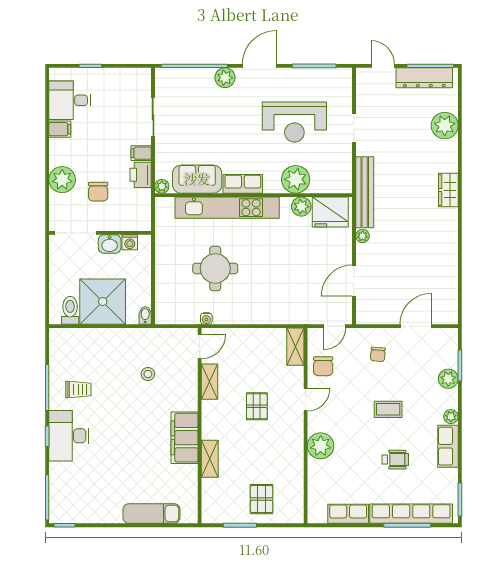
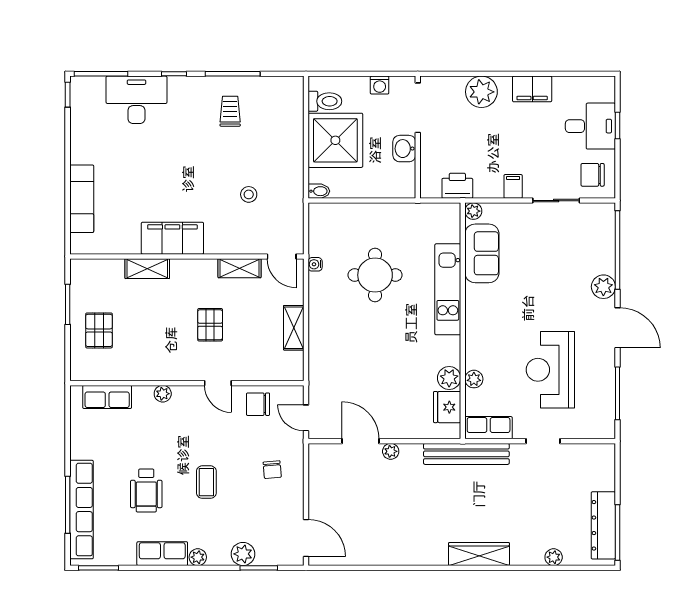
door: (383, 66) -> (617, 476), removed
desk: (70, 100) -> (590, 126), moved, turned 90
plant: (445, 126) -> (554, 557), width x0.53, depth x0.53
filing cabinet: (60, 129) -> (532, 89), width x2.00
printer: (141, 175) -> (457, 186), moved
plant: (296, 179) -> (474, 379), width x0.53, depth x0.53
row of seats: (243, 184) -> (489, 428), moved, turned -90
wardrobe: (448, 190) -> (479, 554), width x1.50
chair: (98, 192) -> (593, 175), moved
kitchen unit: (227, 208) -> (448, 289), width x0.73
fridge: (330, 212) -> (447, 407), width x0.73, depth x0.75
plant: (363, 236) -> (391, 451), moved
washing machine: (130, 242) -> (380, 85), moved, turned -90
door: (416, 326) -> (306, 538), moved
shelving: (295, 347) -> (294, 328), moved, turned 90
chair: (378, 354) -> (272, 470), turned -100
trolley: (78, 390) -> (230, 111), turned 180
pallet: (257, 406) -> (210, 325), turned 90
desk: (69, 436) -> (136, 100), moved
plant: (321, 446) -> (163, 394), width x0.53, depth x0.53
wheelchair: (395, 460) -> (146, 491), width x1.36, depth x1.37
pallet: (262, 499) -> (99, 330), turned 90
row of seats: (348, 514) -> (107, 397), moved, turned 90

